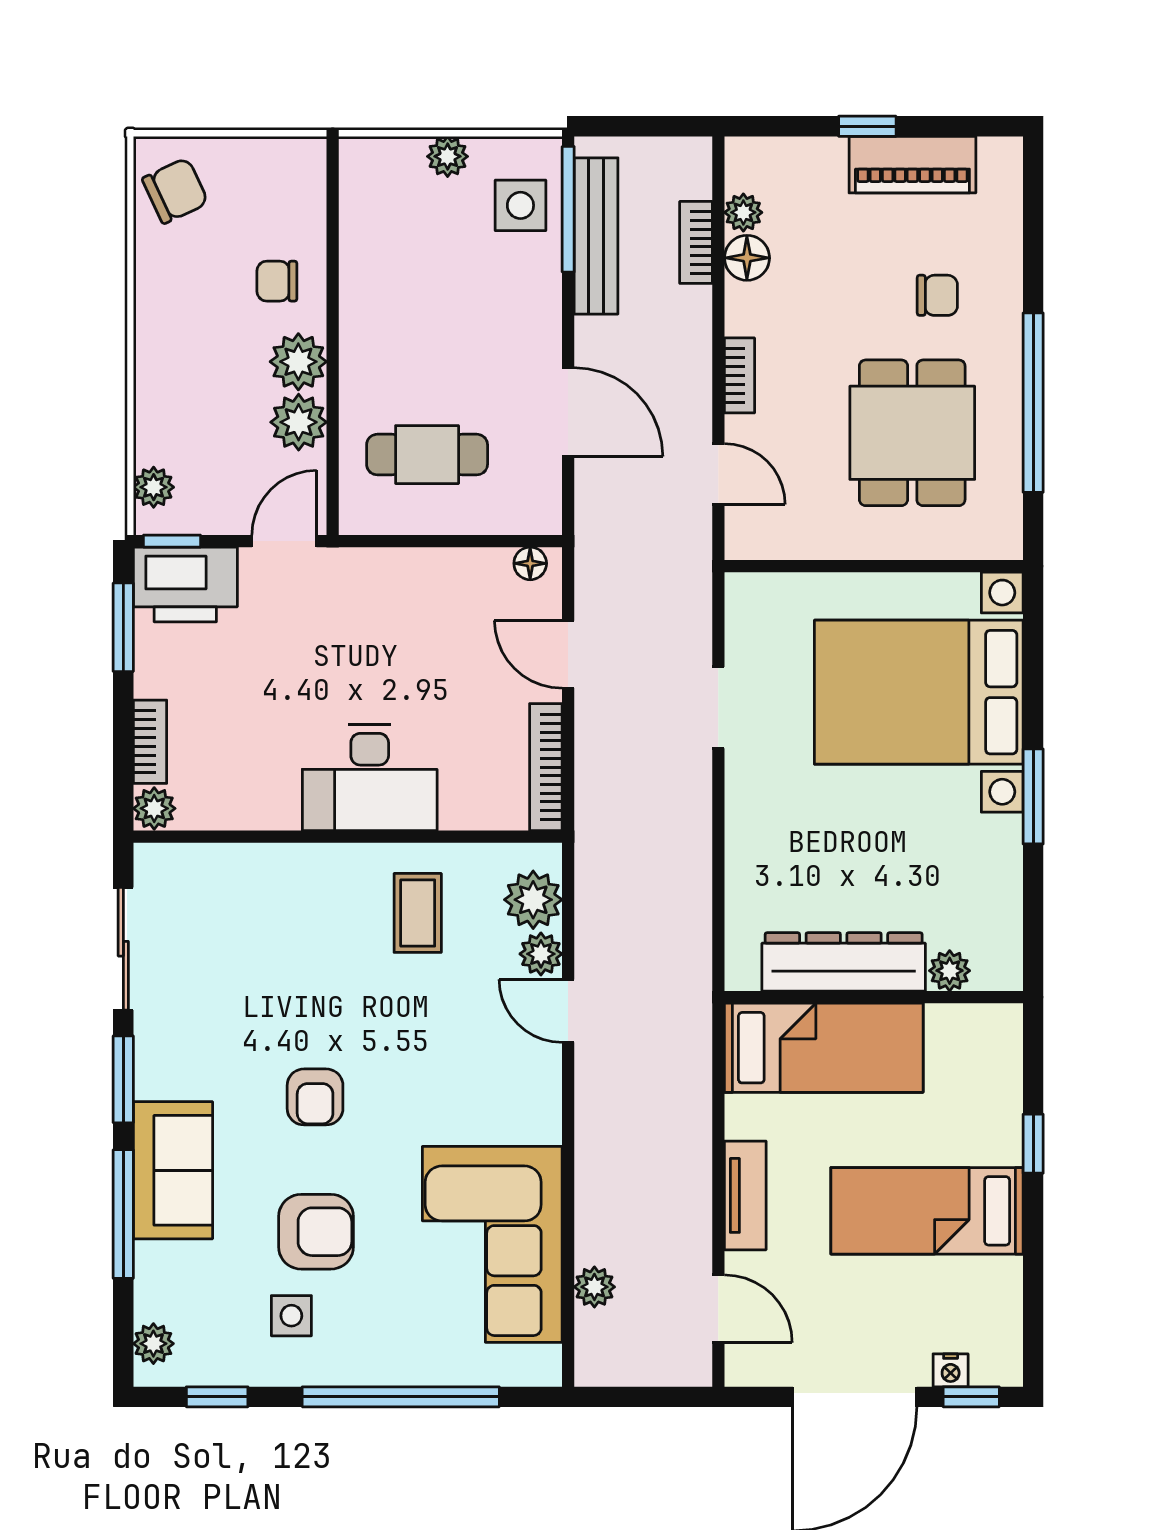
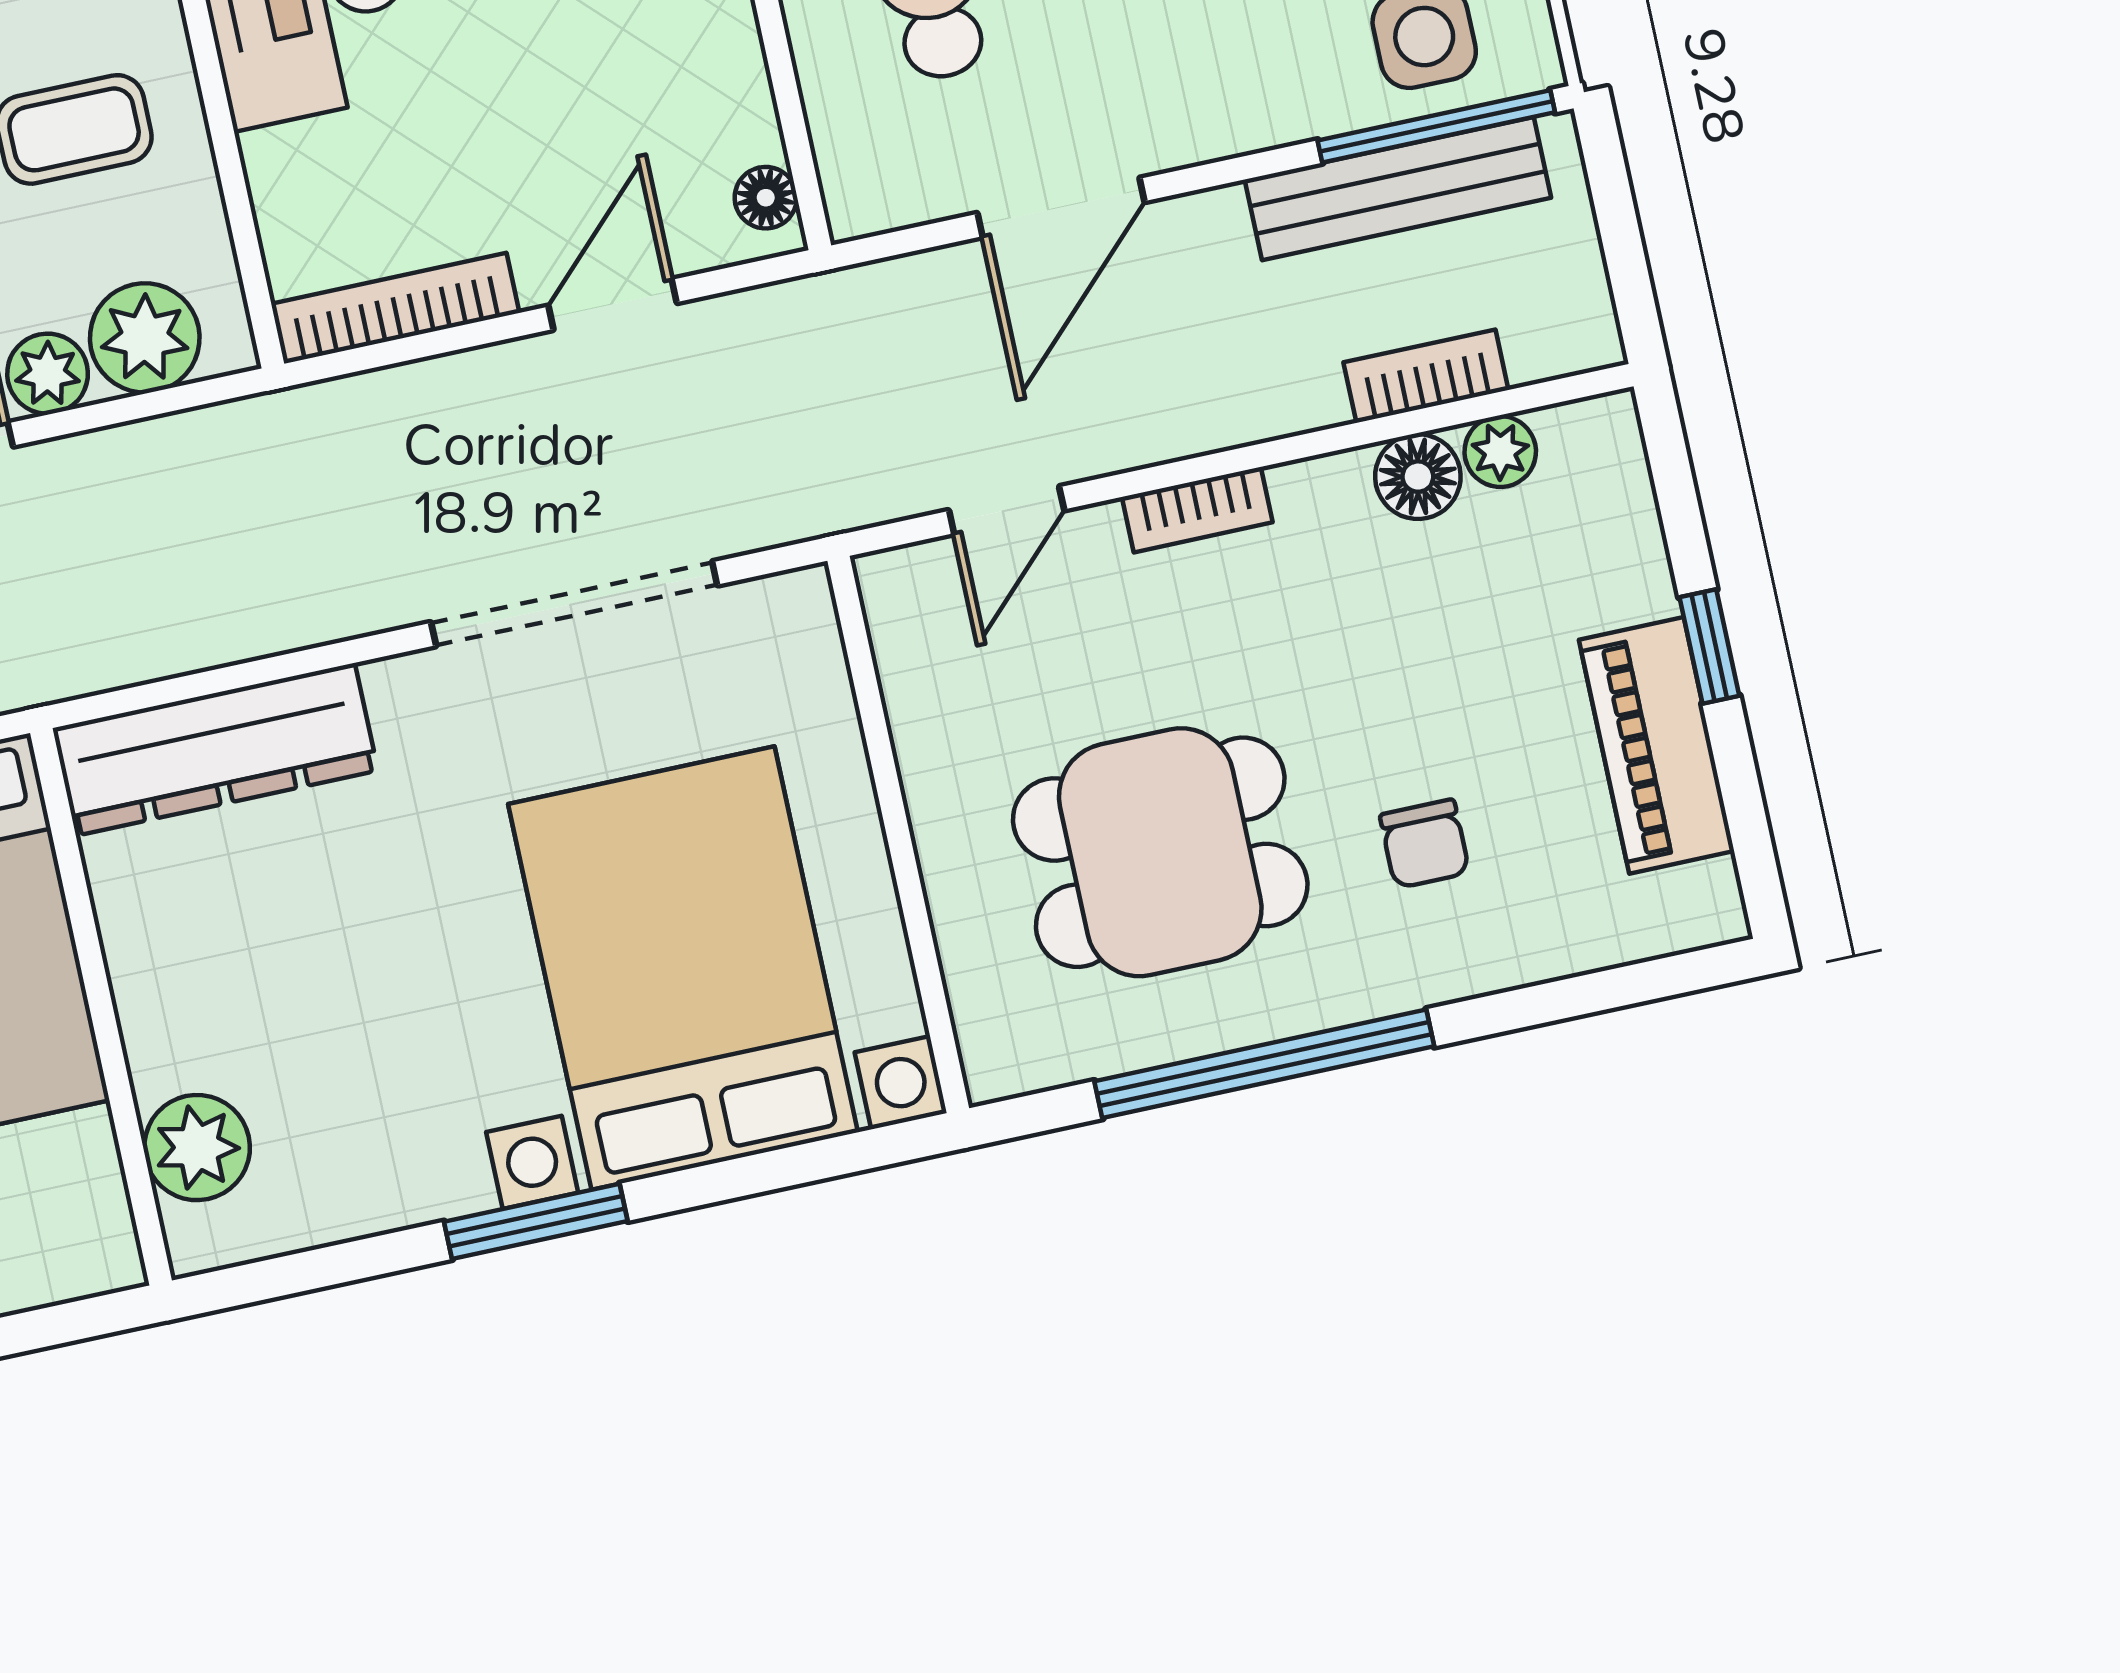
doorway: (718, 708) -> (574, 604), width x1.88
dresser: (844, 962) -> (215, 749), moved, turned 90
plant: (950, 971) -> (197, 1148), width x1.38, depth x1.38

